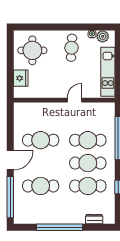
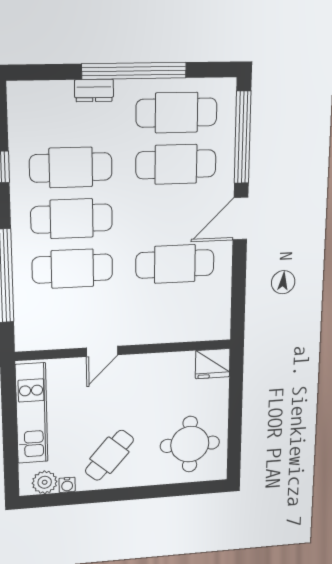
cafe table: (72, 48) -> (109, 455), turned 38
fridge: (21, 78) -> (213, 364), moved, turned -90
cafe table: (41, 209) -> (176, 113), added
dresser: (94, 219) -> (94, 91), moved

